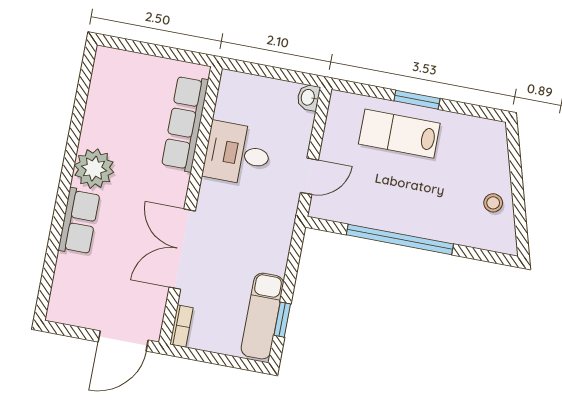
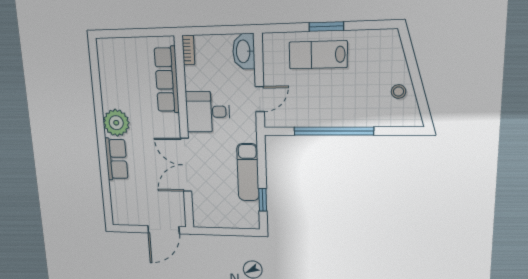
washbasin: (308, 97) -> (244, 51), width x1.91, depth x1.45
desk: (237, 154) -> (208, 112), moved
exam couch: (262, 316) -> (248, 172), moved
bookcase: (181, 326) -> (188, 50), moved

